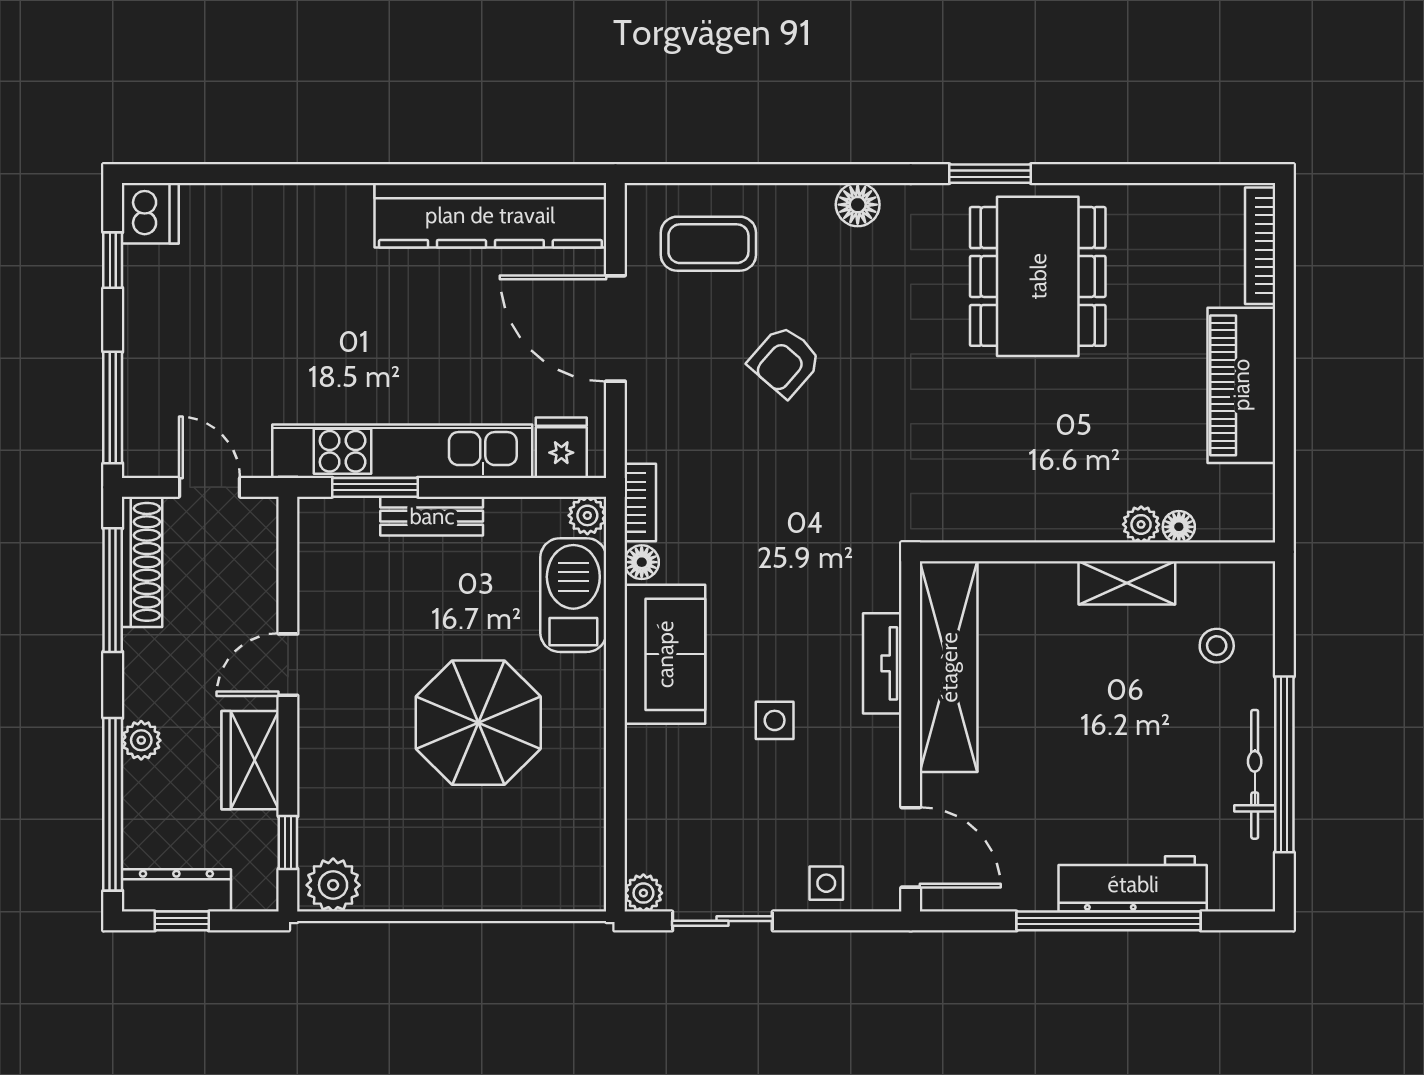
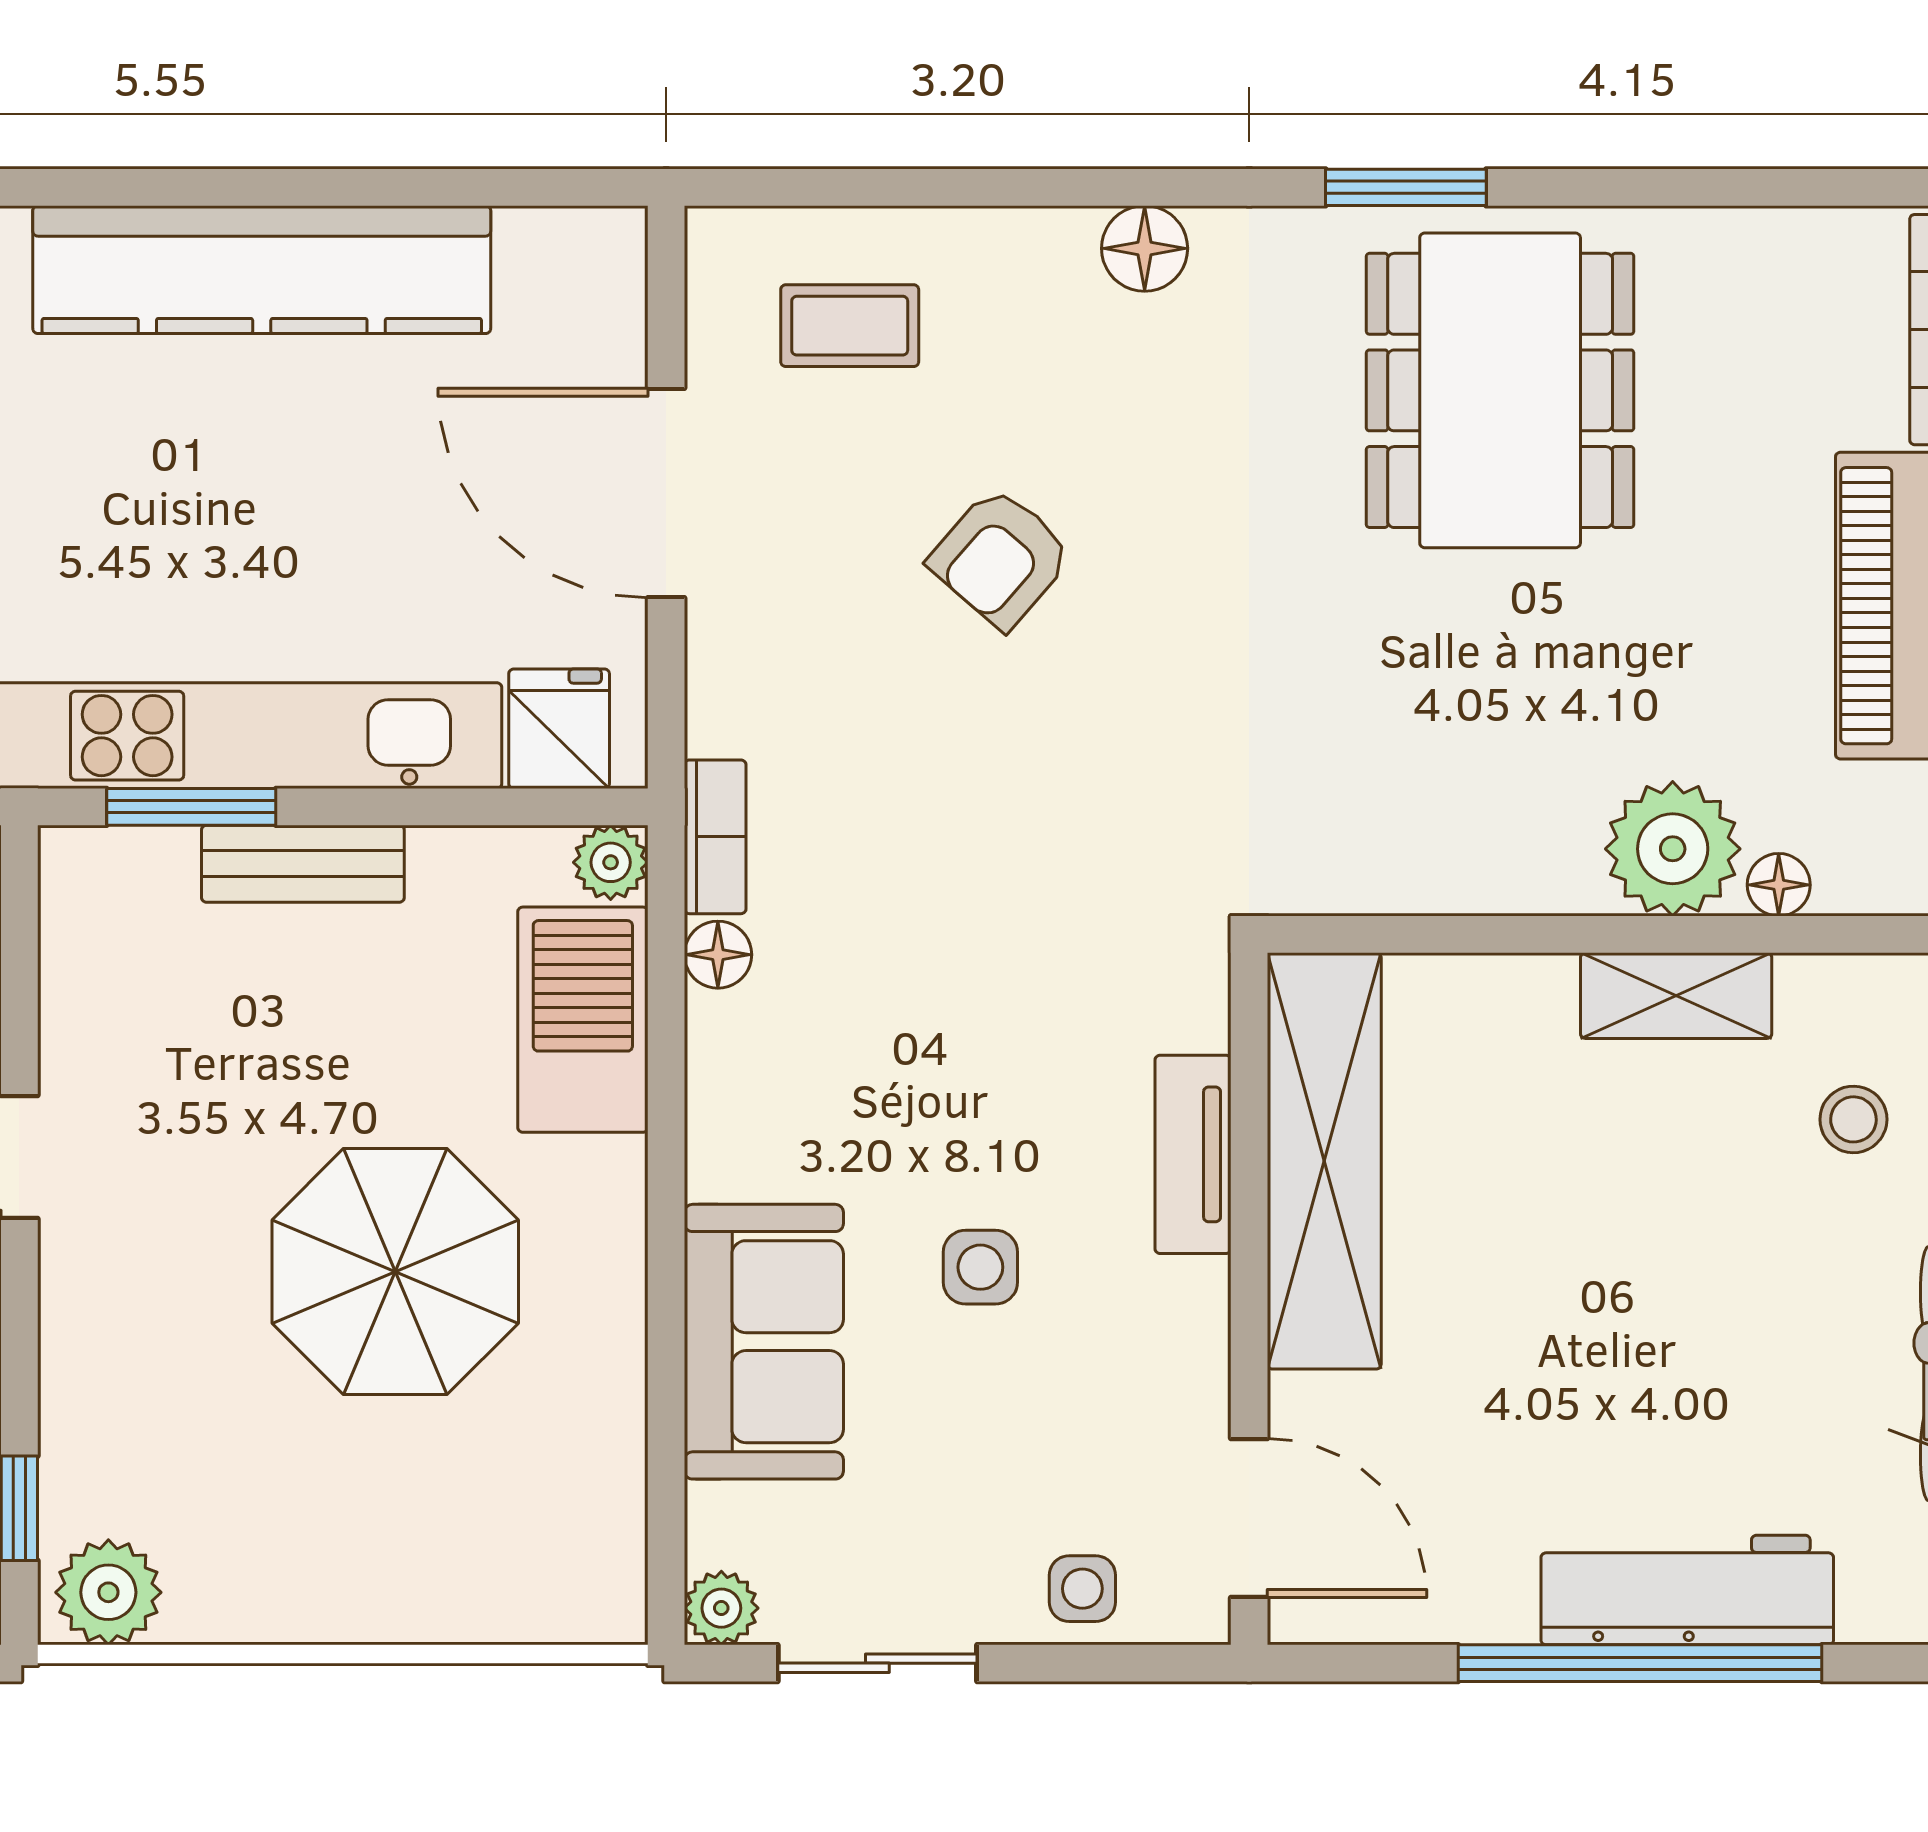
kitchen counter: (490, 215) -> (262, 270), moved
coffee table: (708, 244) -> (850, 326), width x0.73, depth x0.77
plant: (1141, 524) -> (1673, 849), width x1.87, depth x1.87
sofa: (665, 654) -> (764, 1342), moved

